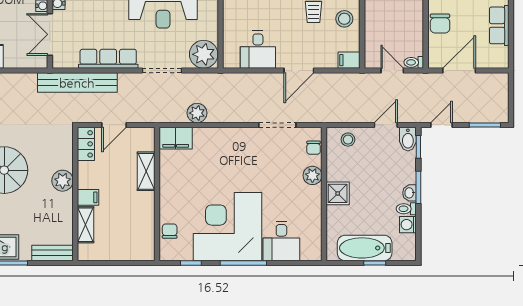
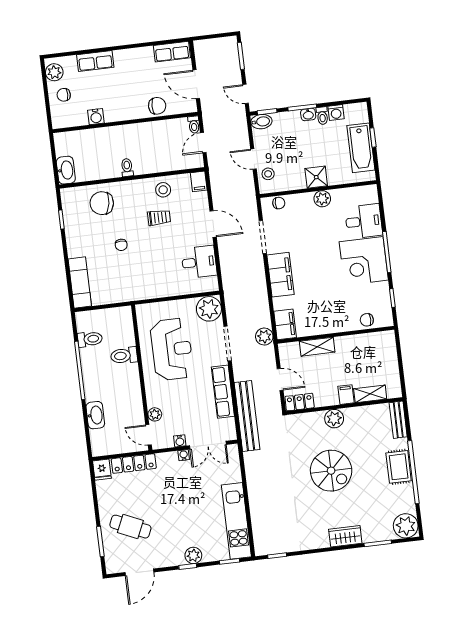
row of seats: (499, 25) -> (172, 52), moved
plant: (197, 113) -> (264, 337), moved
door: (386, 125) -> (253, 159), moved
filing cabinet: (232, 140) -> (280, 275), added
plant: (312, 175) -> (322, 199), moved
corner desk: (228, 227) -> (364, 261), width x0.74, depth x0.74

